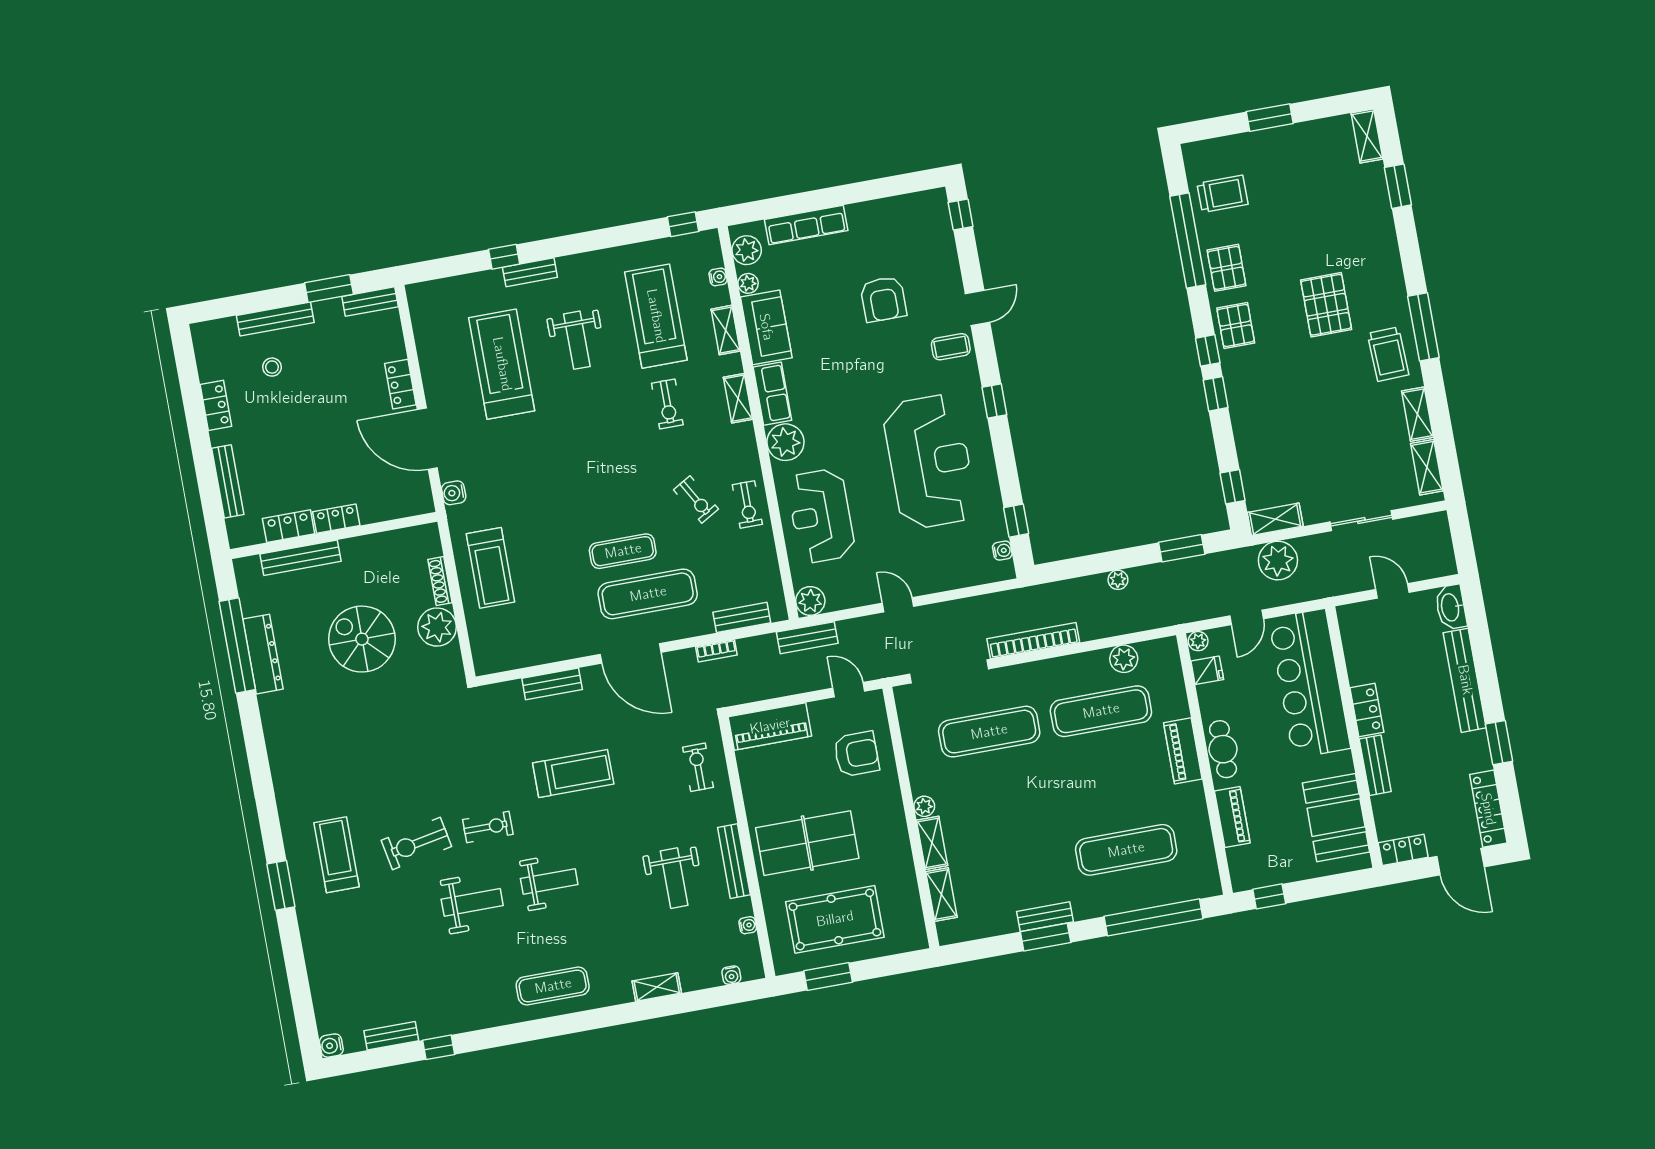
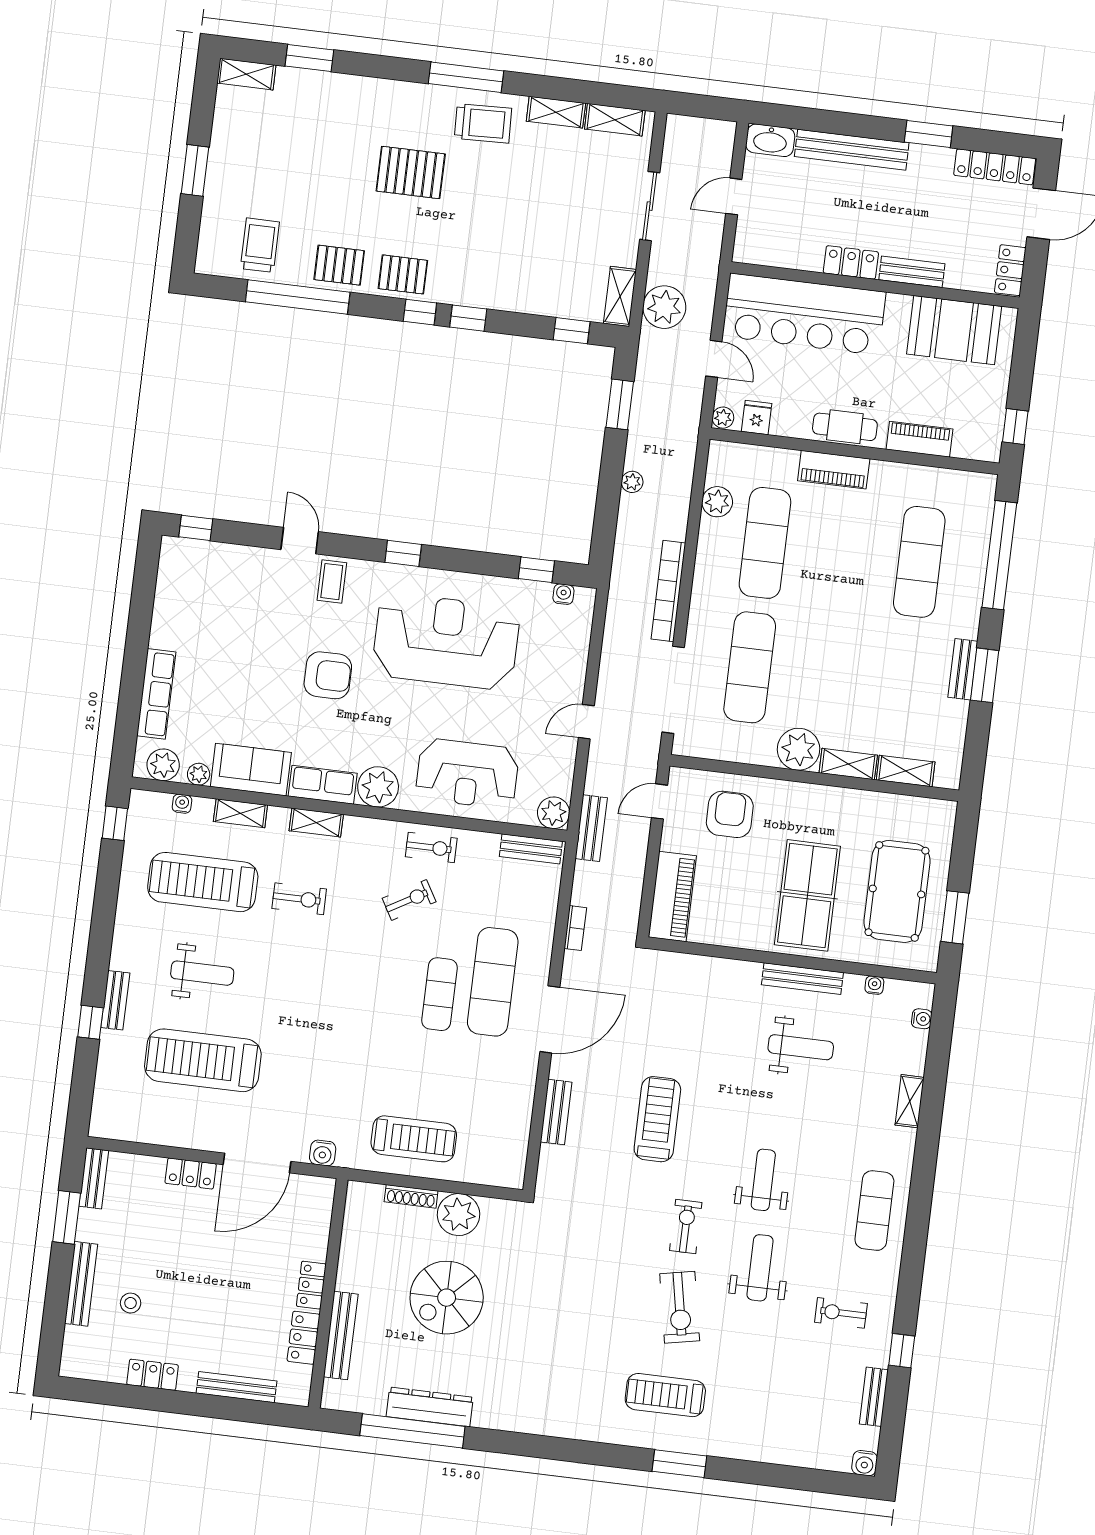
armchair: (883, 299) -> (328, 675), moved
bench: (742, 617) -> (531, 849), moved, turned 90
exercise bike: (698, 767) -> (841, 1313), moved
plant: (924, 806) -> (799, 749), width x1.87, depth x1.87

